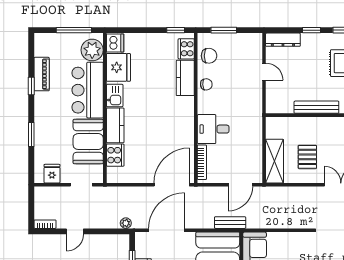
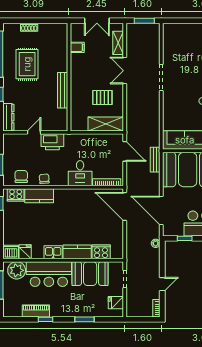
fridge: (118, 67) -> (25, 252), width x0.53, depth x0.75
printer: (252, 94) -> (52, 142), added
door: (75, 231) -> (162, 284), hinge flipped

